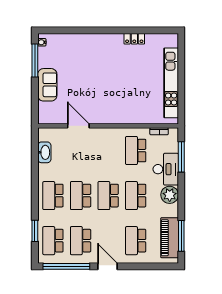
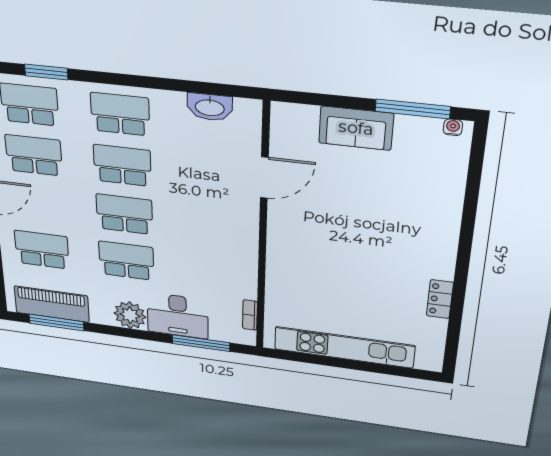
school desk: (136, 151) -> (213, 272), removed

